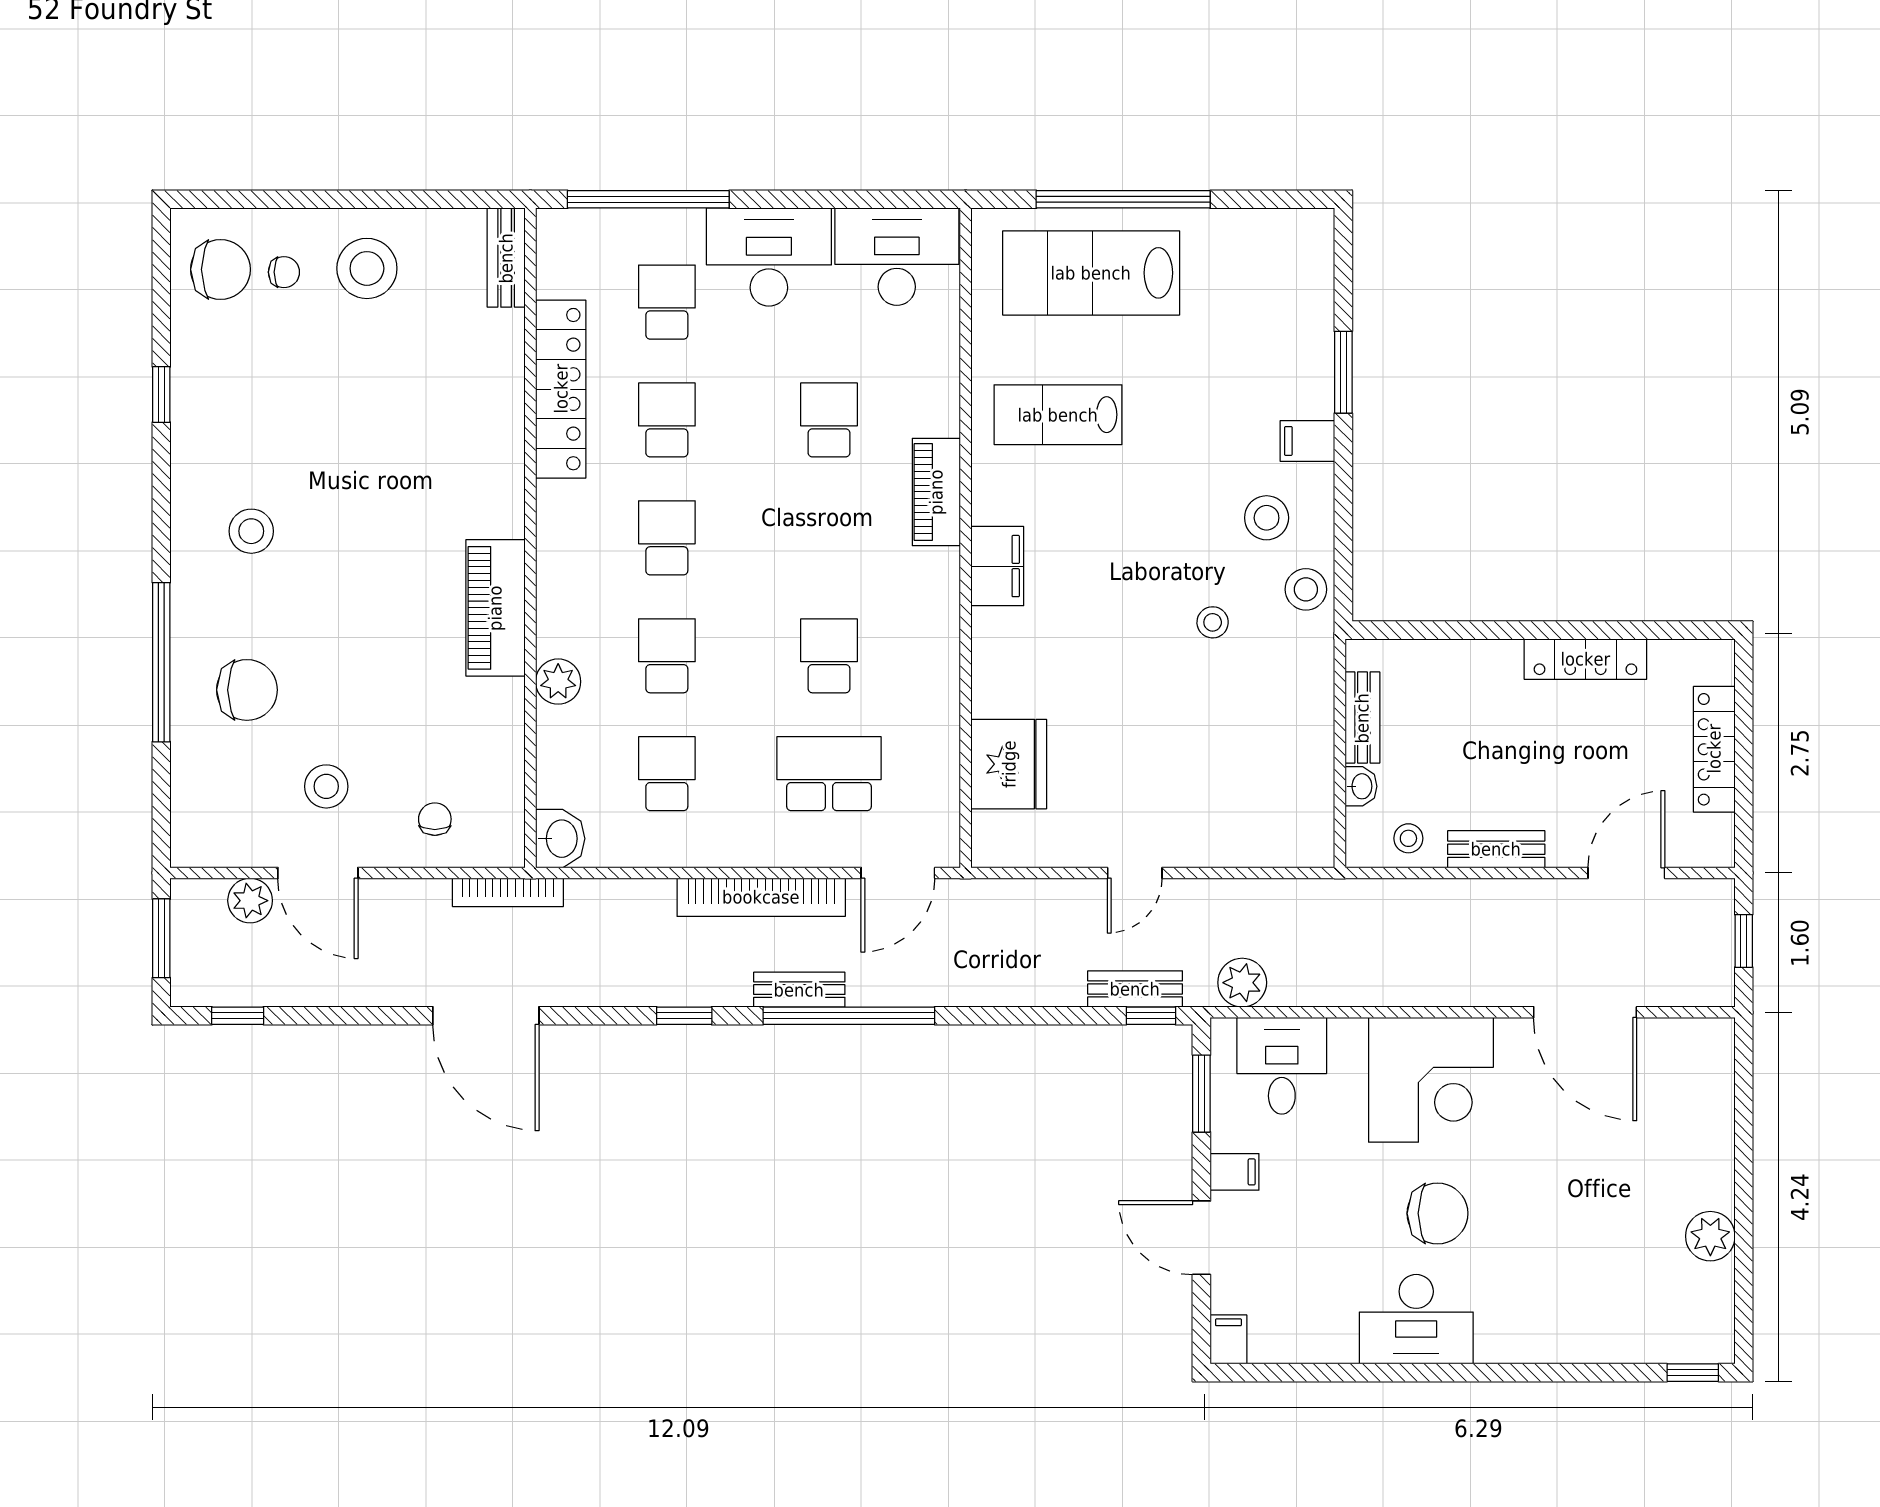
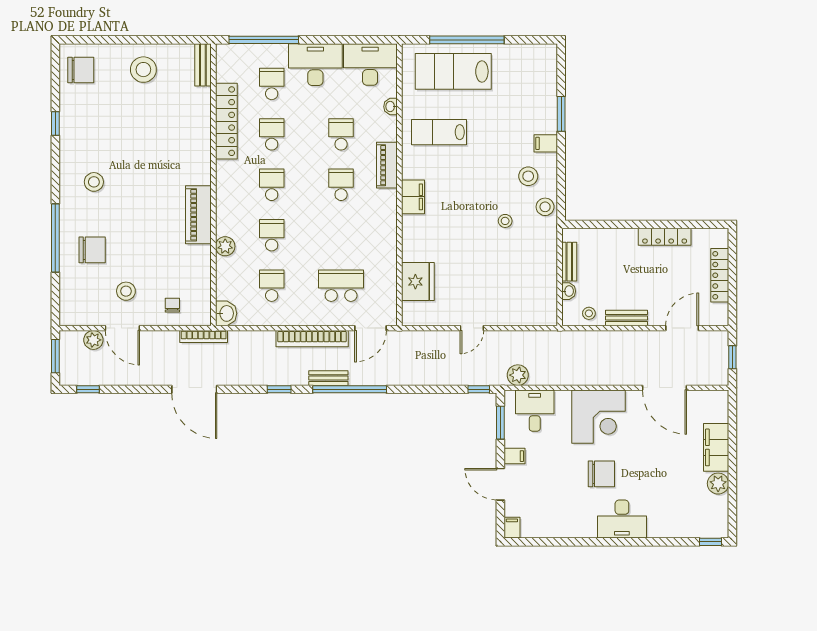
chair: (284, 272) -> (108, 71), removed
washbasin: (945, 355) -> (391, 107), added
school desk: (829, 656) -> (341, 185), moved
bench: (1135, 989) -> (472, 378), removed
filing cabinet: (1706, 1152) -> (716, 447), added
desk: (1416, 1319) -> (622, 519), moved

